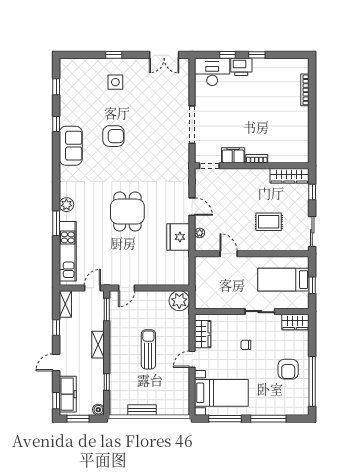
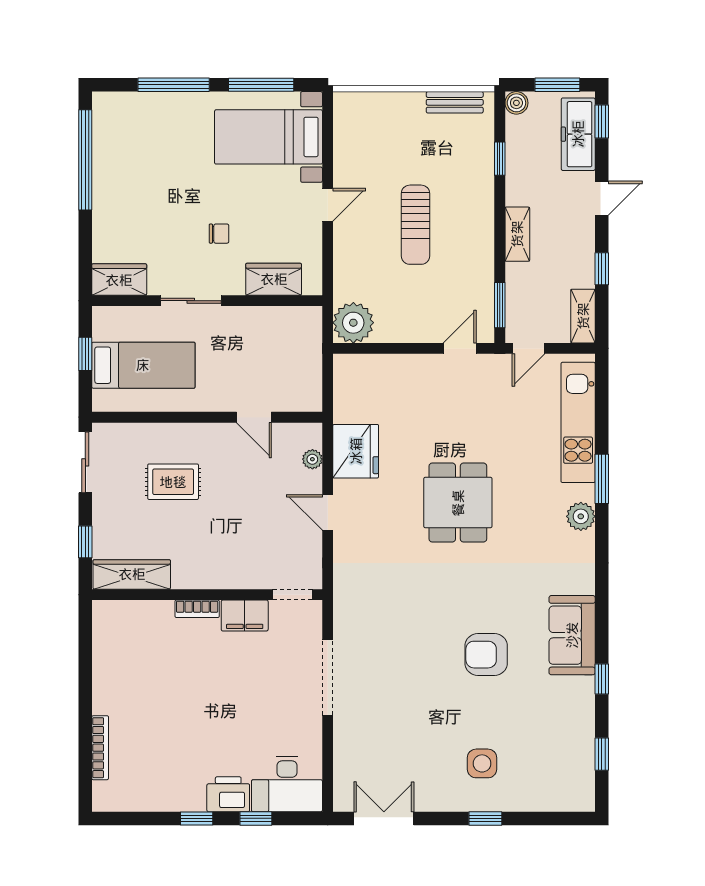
wardrobe: (203, 334) -> (274, 279), moved, turned 90
armchair: (288, 369) -> (134, 185), removed
bench: (142, 410) -> (455, 102), moved

